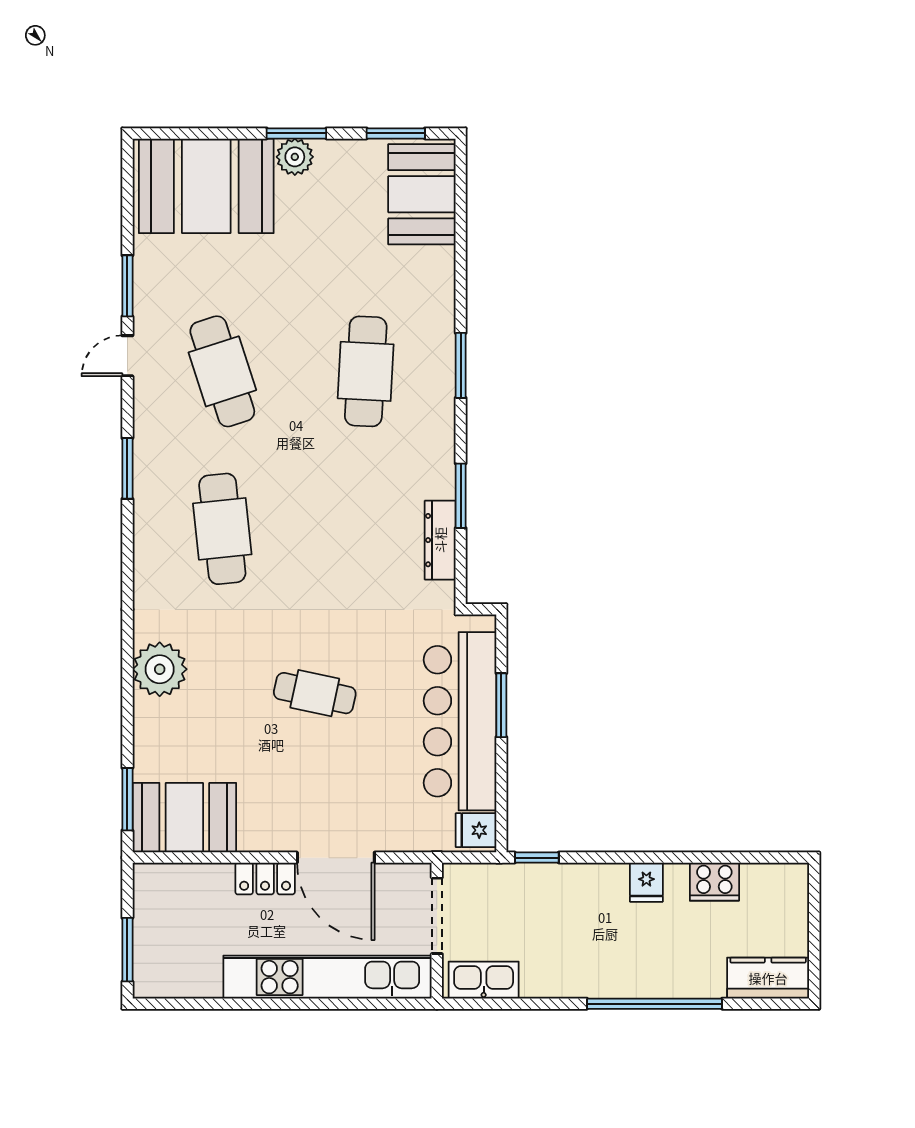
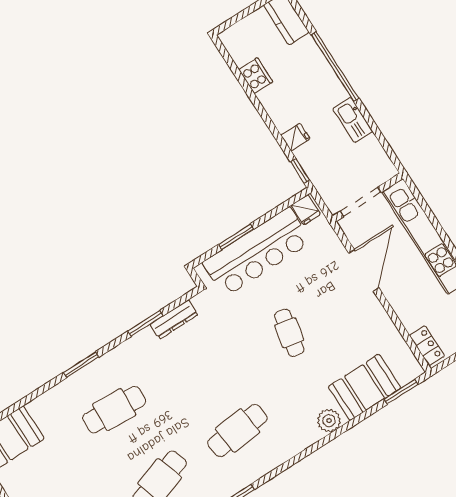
plant: (160, 669) -> (329, 421), width x0.73, depth x0.73
booth: (184, 818) -> (365, 387), moved, turned 90
locker: (265, 878) -> (427, 346), moved
fridge: (646, 882) -> (295, 137), moved
kitchen sink: (484, 980) -> (353, 120), moved

